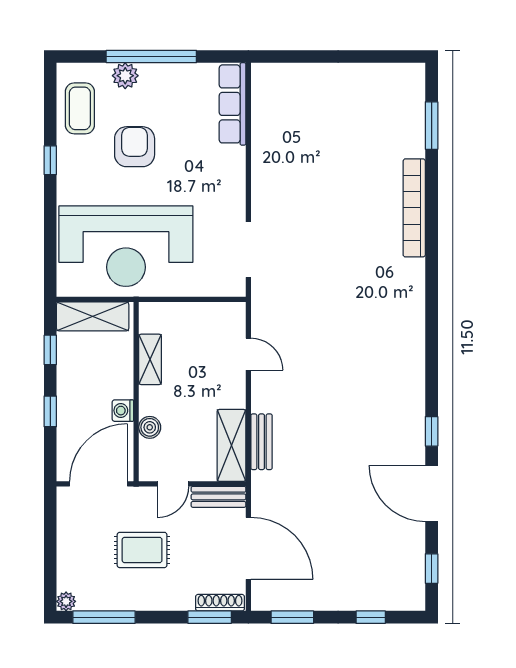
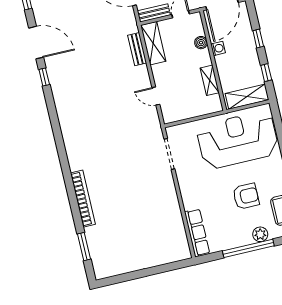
armchair: (135, 147) -> (246, 196), turned -90

